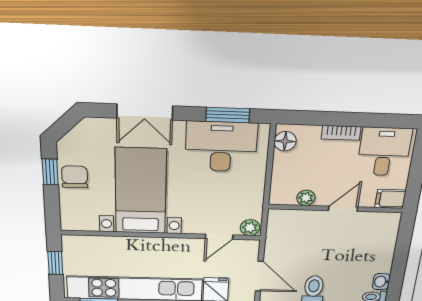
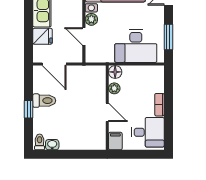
floor lamp: (285, 141) -> (115, 72), moved
desk: (221, 147) -> (136, 46), moved, turned 90
plant: (250, 228) -> (91, 19), moved
door: (259, 276) -> (54, 64), hinge flipped

